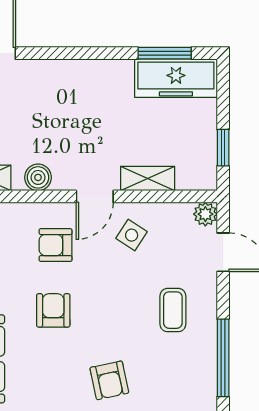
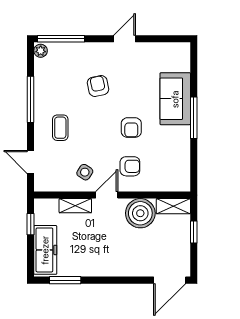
freezer: (176, 78) -> (45, 250), moved, turned 90
boiler: (38, 177) -> (140, 213), width x1.86, depth x1.86
plant: (205, 214) -> (41, 185), removed

